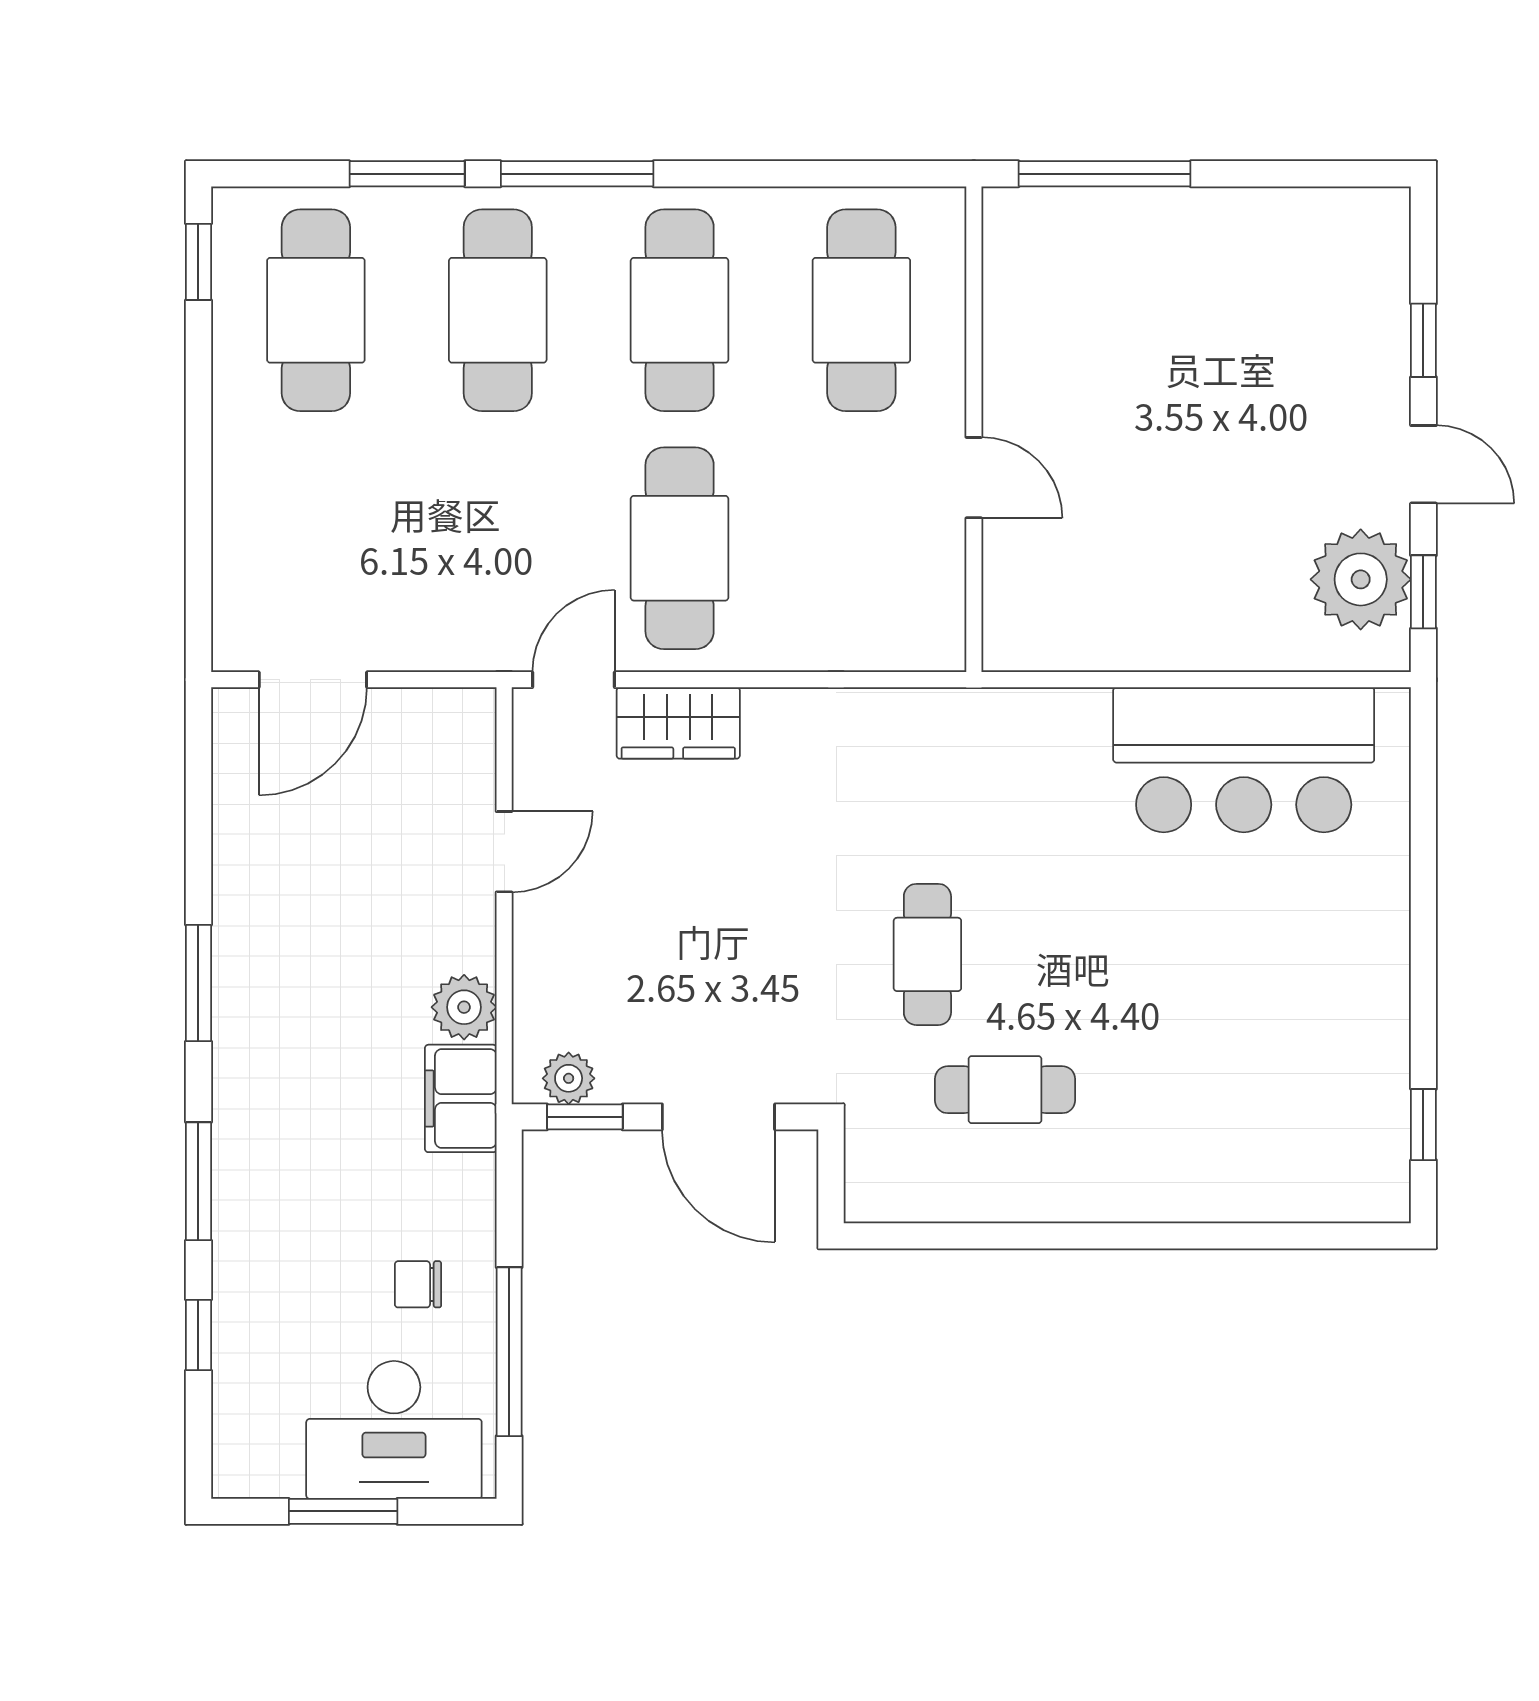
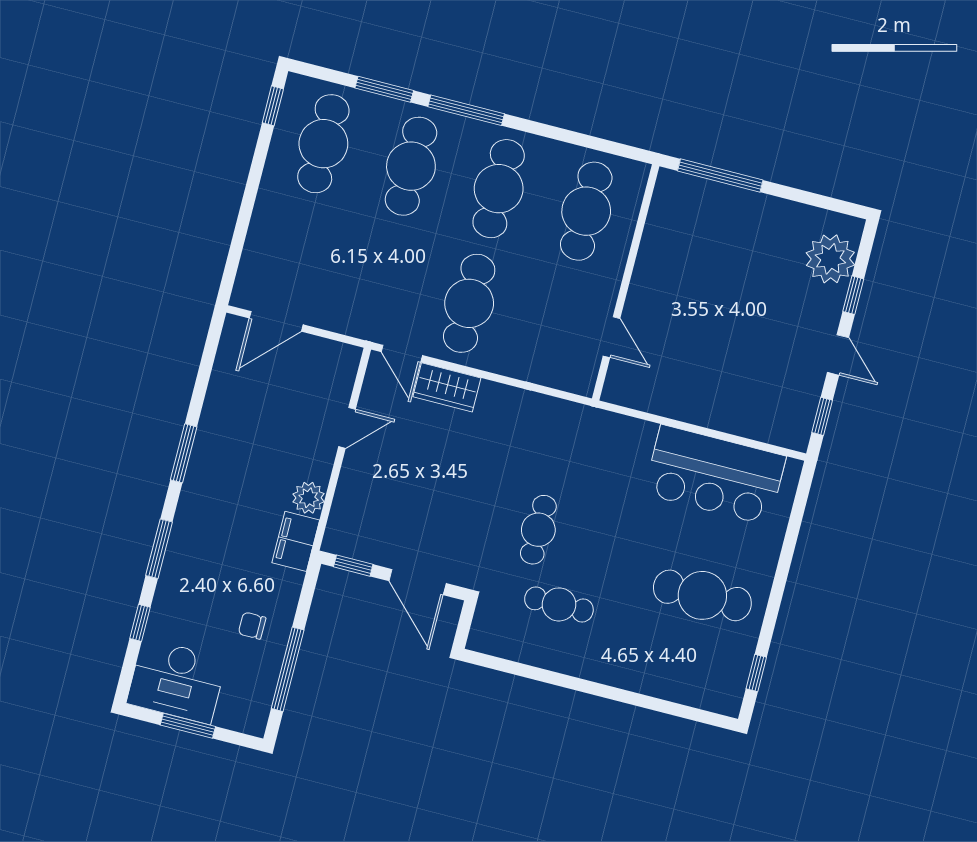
door: (974, 478) -> (612, 337), moved
plant: (1361, 579) -> (830, 259), moved
door: (573, 680) -> (402, 354), swing flipped
cafe table: (1280, 1000) -> (702, 595), added
plant: (569, 1078) -> (350, 545), removed
desk: (394, 1430) -> (177, 681), moved

